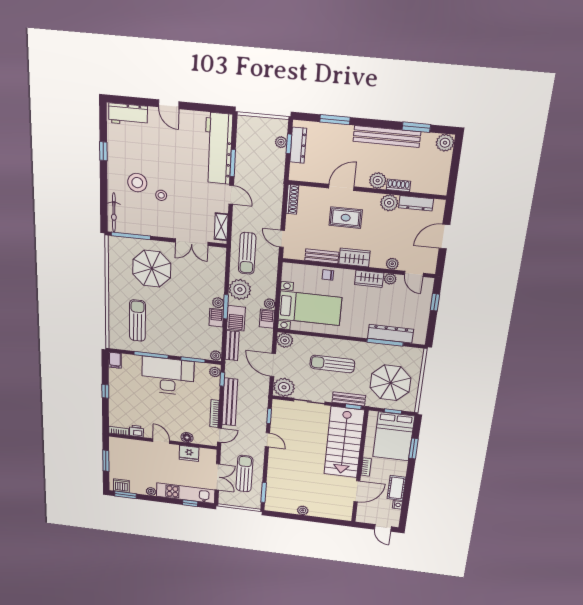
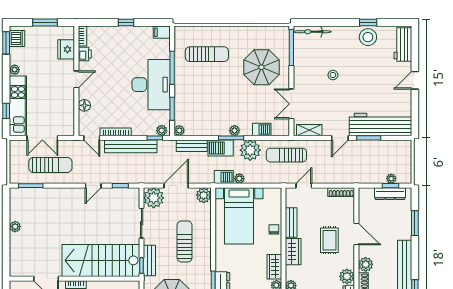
stool: (137, 183) -> (368, 37), moved
barbecue: (216, 318) -> (262, 129), moved
fridge: (189, 453) -> (66, 49), moved

